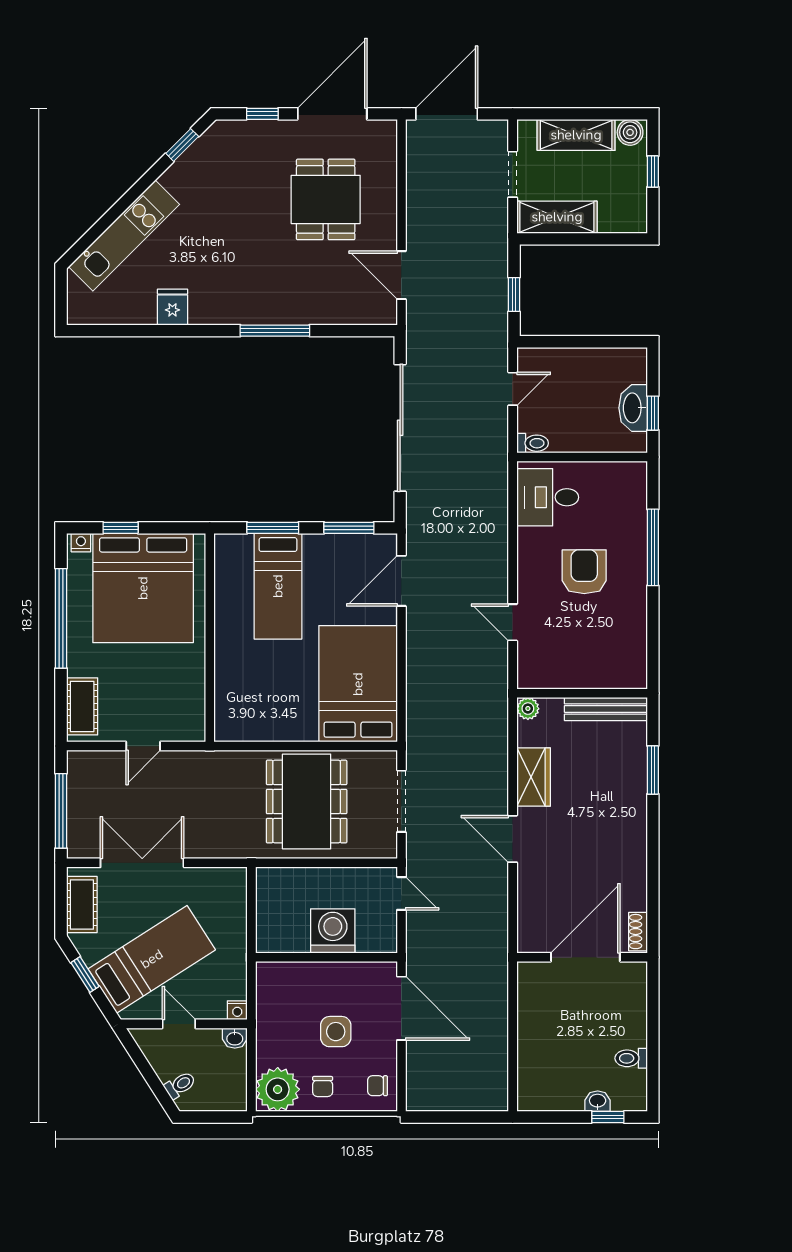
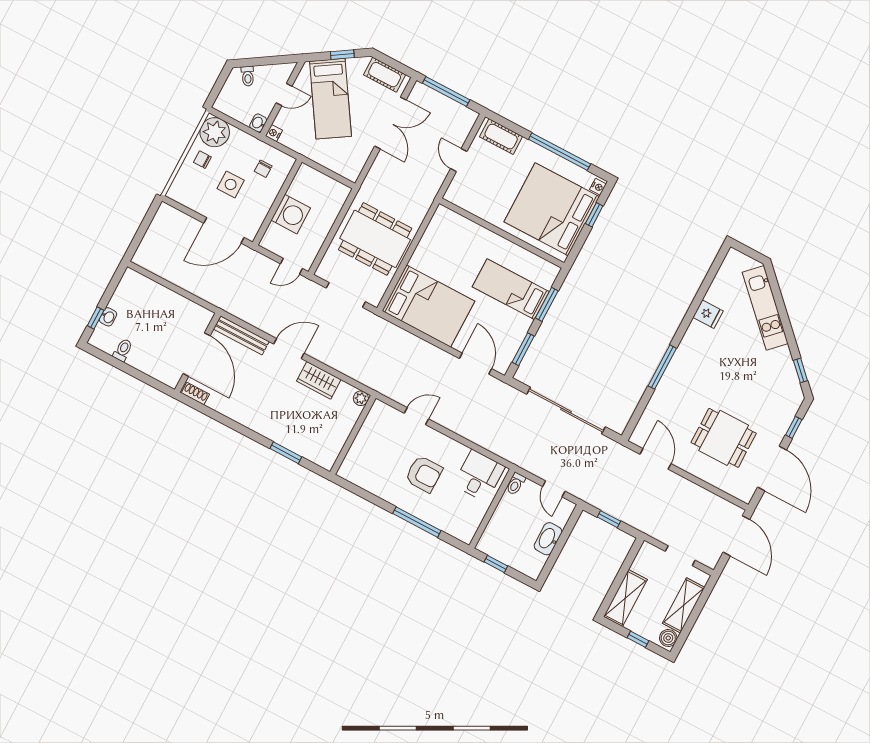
shelving: (557, 217) -> (625, 598), moved
door: (401, 275) -> (655, 459), hinge flipped
washbasin: (633, 408) -> (548, 539), moved, turned -90
bench: (606, 709) -> (241, 335), moved, turned 90
chair: (378, 1086) -> (263, 169), moved, turned 180

